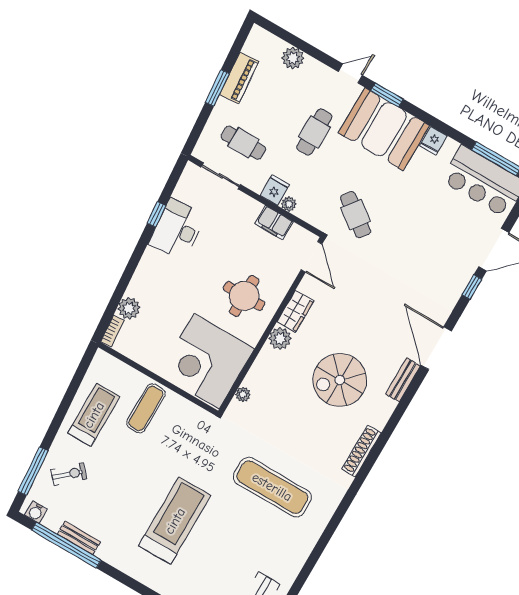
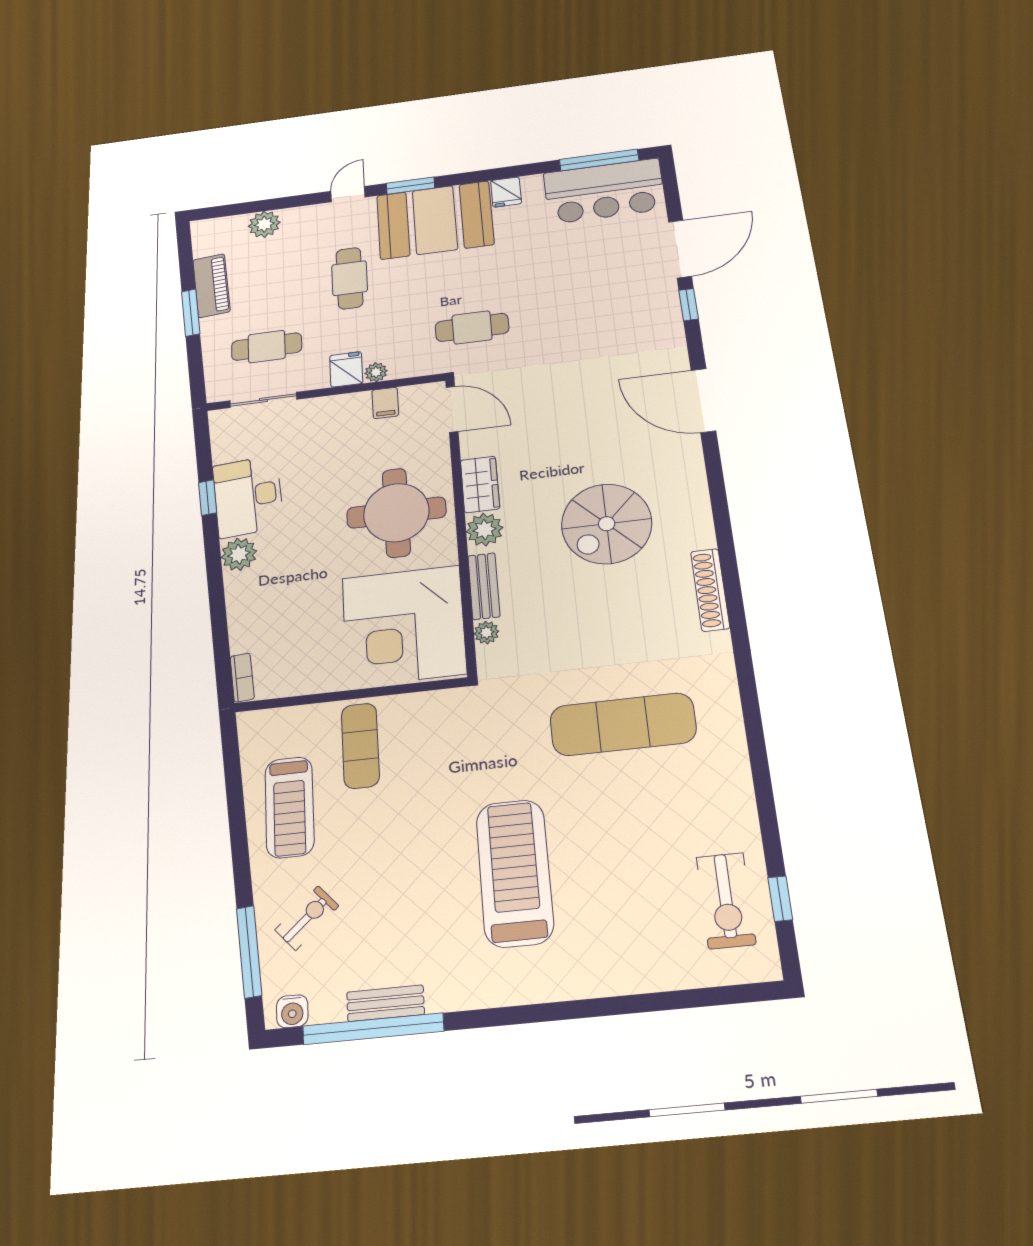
cafe table: (356, 215) -> (472, 327), turned -37
filing cabinet: (274, 223) -> (385, 403), width x0.50
round table: (244, 296) -> (396, 513), width x1.36, depth x1.36
plant: (129, 308) -> (239, 554), moved
bench: (403, 380) -> (484, 586), moved
treadmill: (94, 415) -> (289, 807), turned 180

